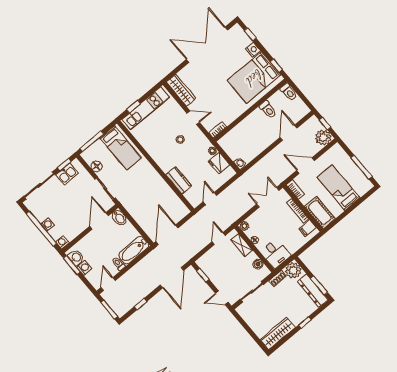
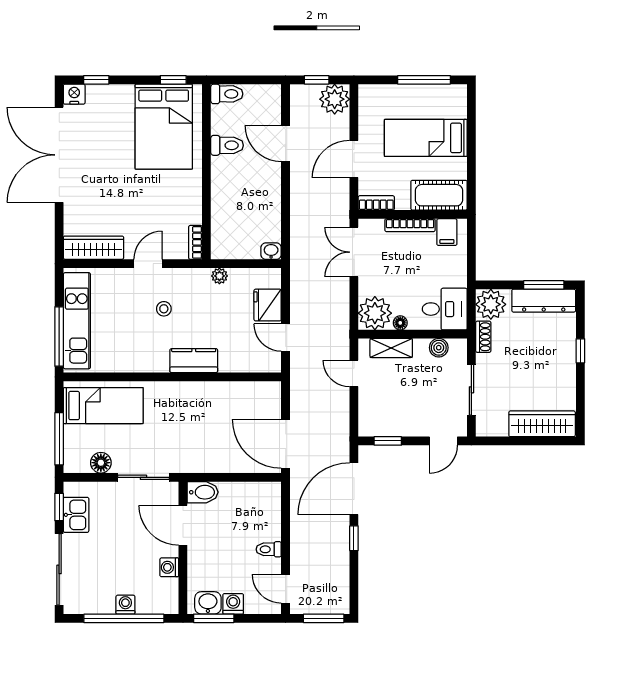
nightstand: (253, 50) -> (74, 94), moved
window: (133, 106) -> (59, 336), width x2.17
fridge: (219, 163) -> (268, 305), moved, turned 90
kitchen counter: (179, 180) -> (194, 361), moved
plant: (244, 226) -> (375, 313), width x1.87, depth x1.87
washing machine: (62, 242) -> (169, 567), moved
bathtub: (134, 250) -> (267, 511), removed
door: (172, 278) -> (354, 489), swing flipped
window: (141, 304) -> (354, 538), moved
wardrobe: (278, 333) -> (542, 424), moved, turned 90

